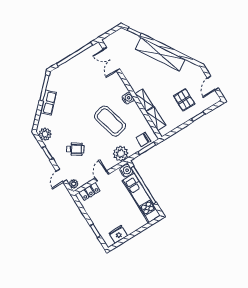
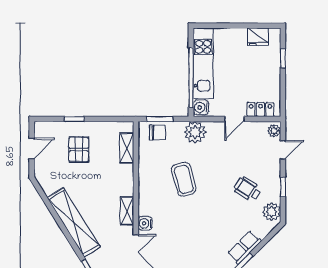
water cooler: (128, 98) -> (145, 223), moved
shelving: (144, 100) -> (127, 211), moved
coffee table: (110, 121) -> (184, 179), width x0.73, depth x0.76
wheelchair: (75, 149) -> (247, 189), moved

